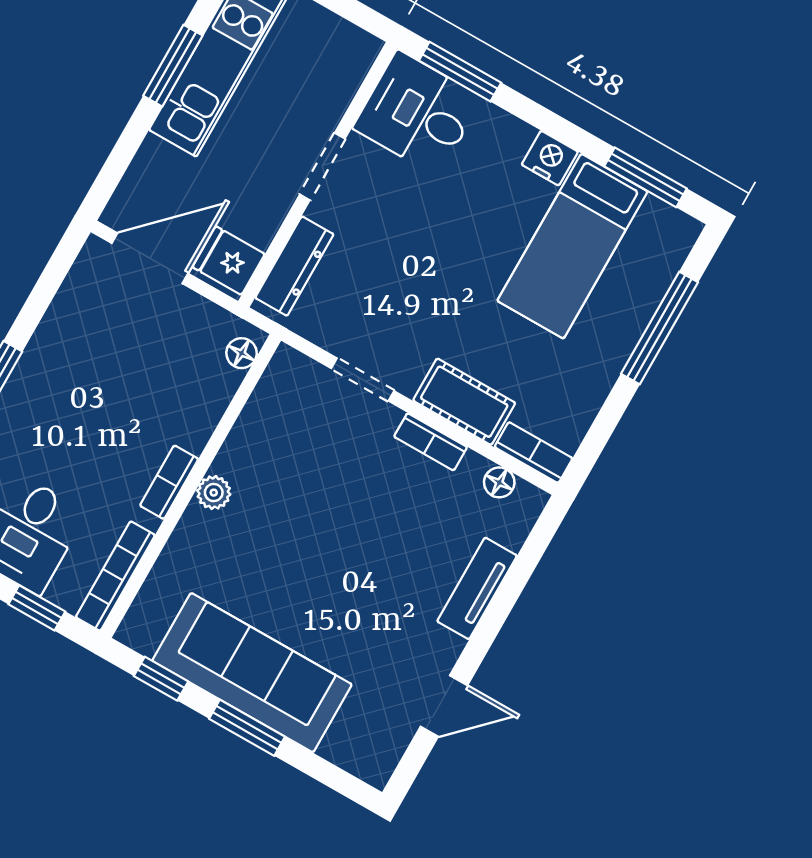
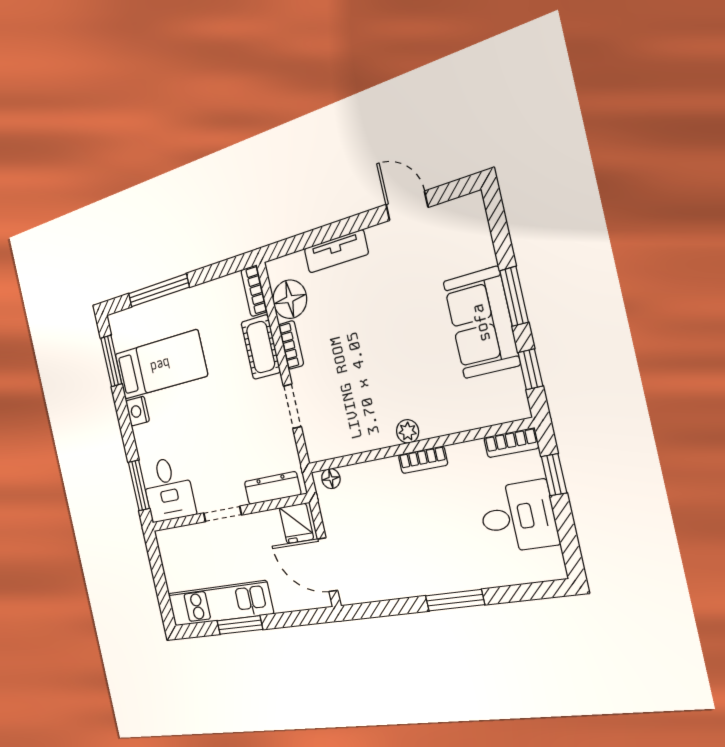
floor lamp: (499, 482) -> (290, 299), width x1.89, depth x1.89
bookcase: (115, 576) -> (511, 443), width x0.64
sofa: (252, 673) -> (481, 323), width x0.73

